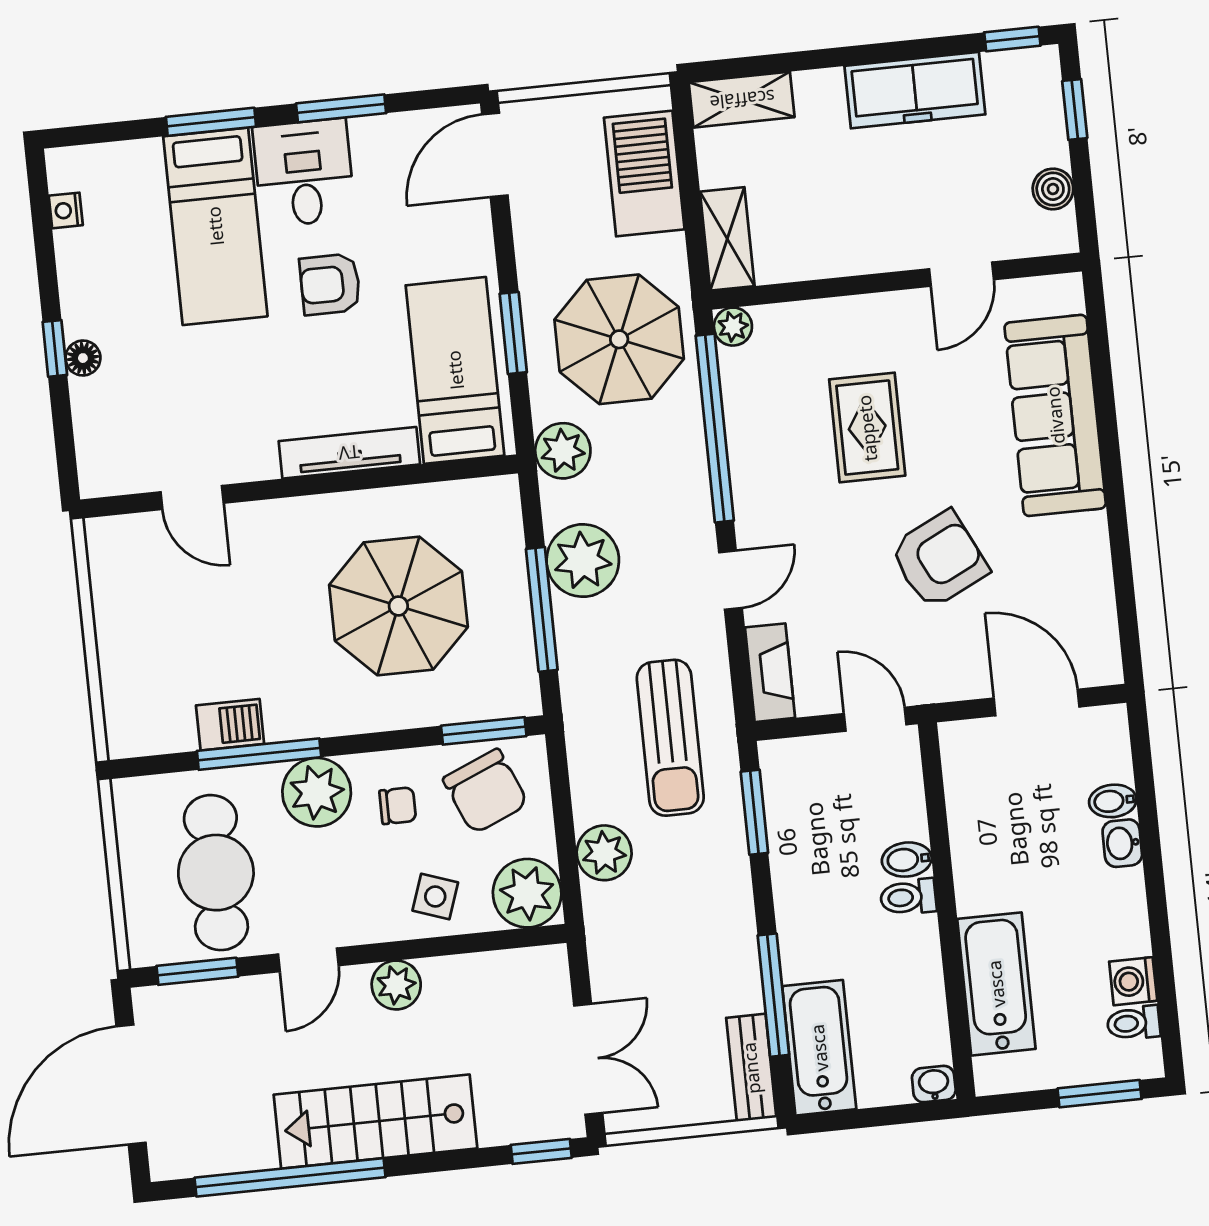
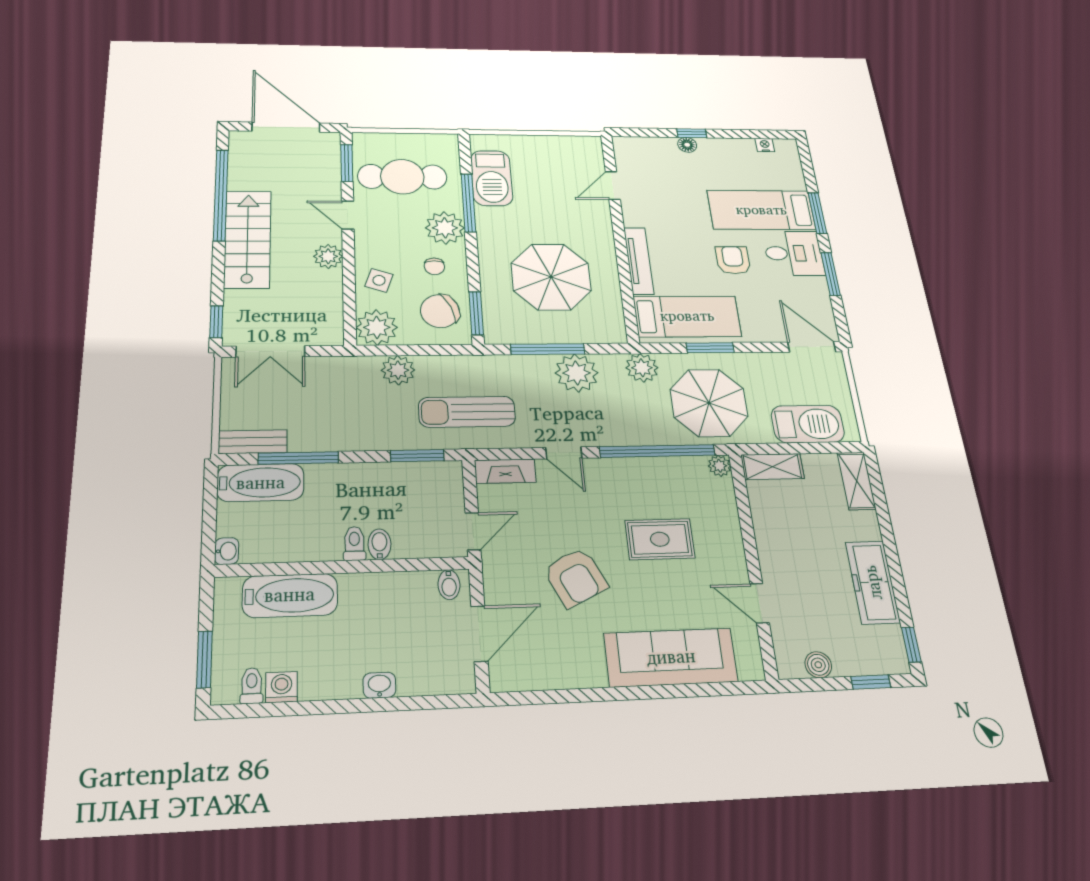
barbecue: (230, 725) -> (492, 178), width x1.88, depth x1.53
bidet: (1113, 801) -> (449, 585), moved, turned 180

